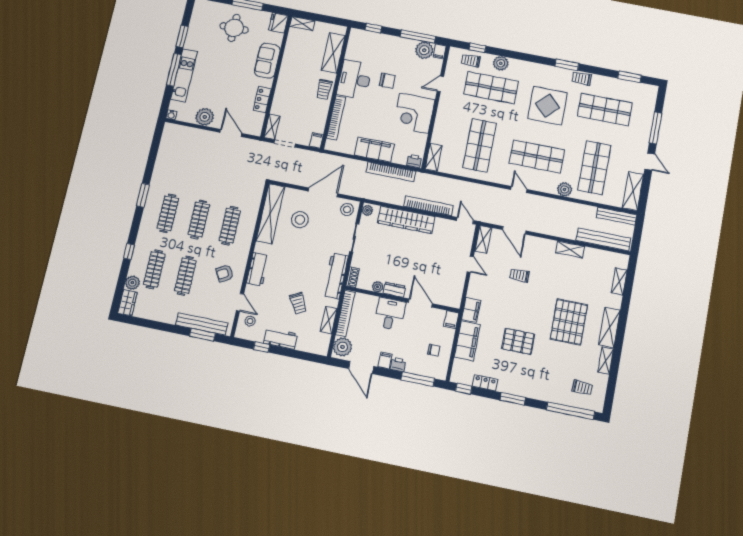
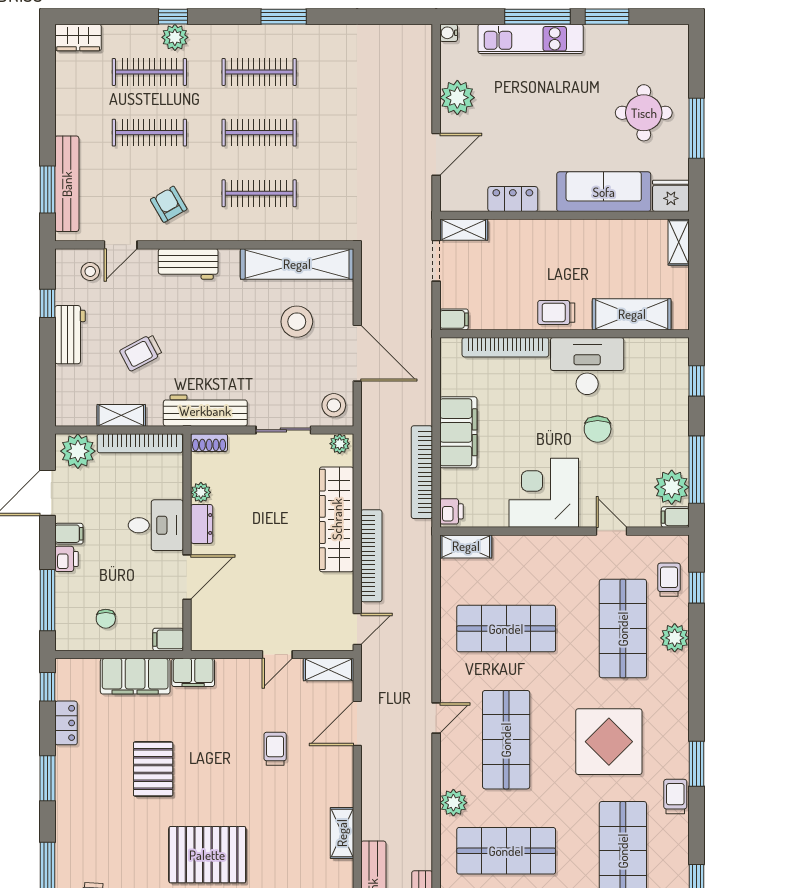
sofa: (267, 61) -> (604, 192), width x1.36
plant: (132, 283) -> (175, 37), moved

